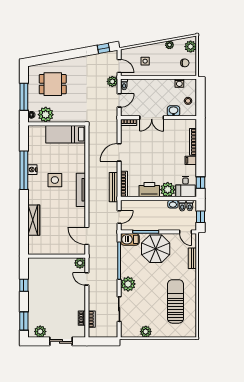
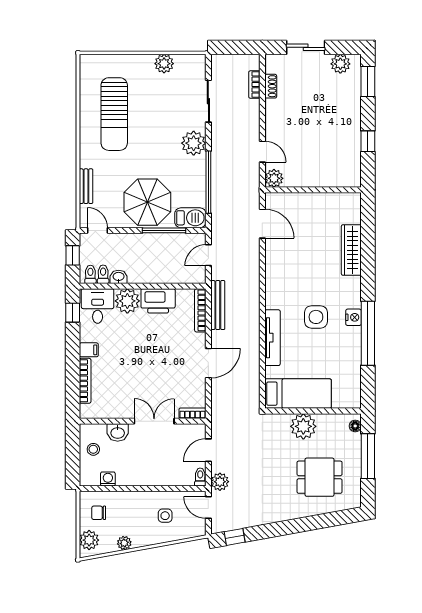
plant: (46, 115) -> (303, 426), moved
nightstand: (32, 170) -> (353, 317), moved
tv unit: (81, 190) -> (272, 338), moved

